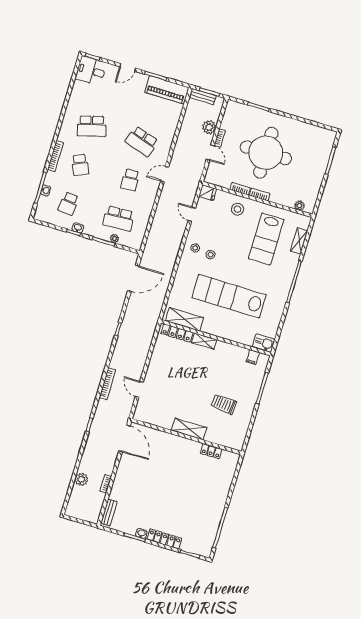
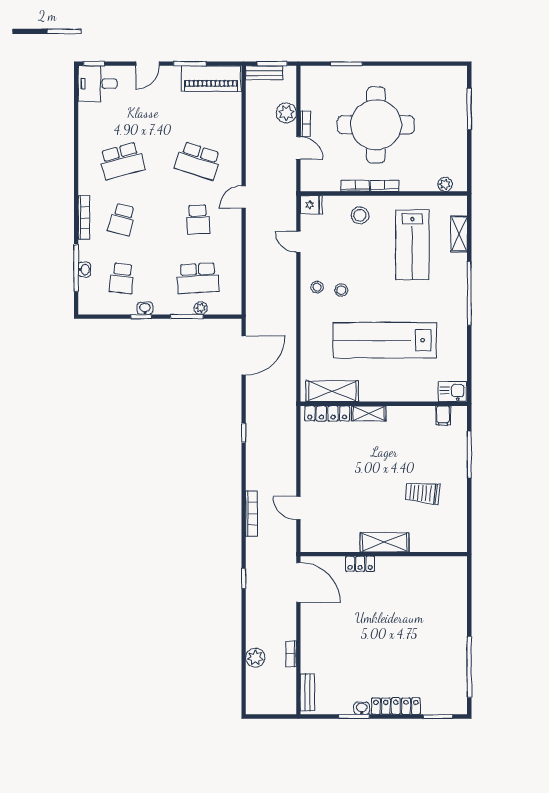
school desk: (80, 165) -> (122, 219), turned 39
locker: (211, 451) -> (360, 564), moved

